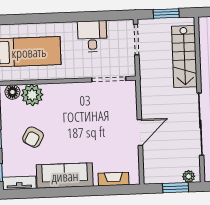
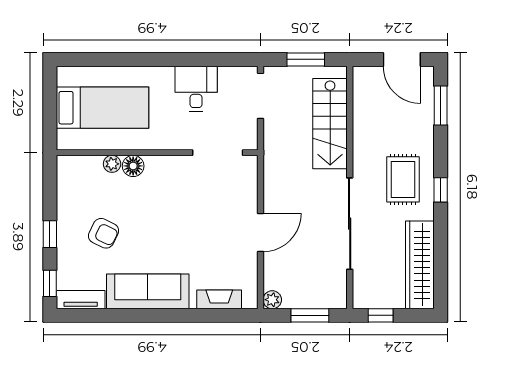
floor lamp: (12, 92) -> (133, 166), moved
plant: (32, 95) -> (112, 164), width x0.53, depth x0.53
armchair: (33, 137) -> (104, 233), turned -94
plant: (189, 176) -> (272, 300), moved

